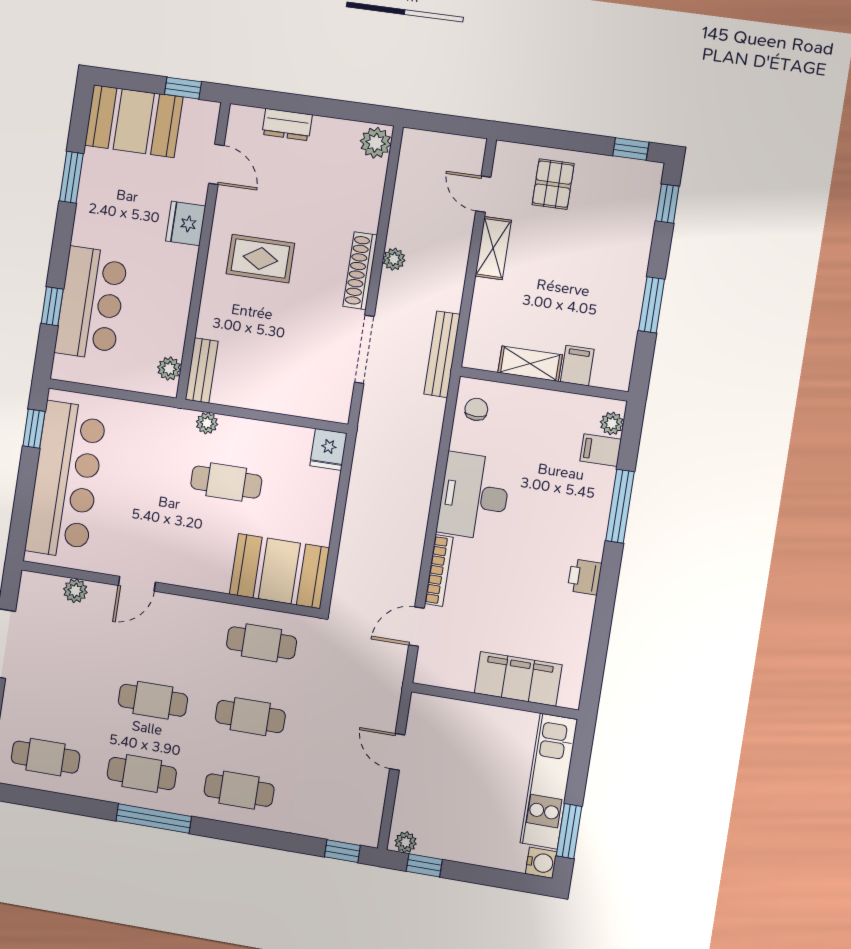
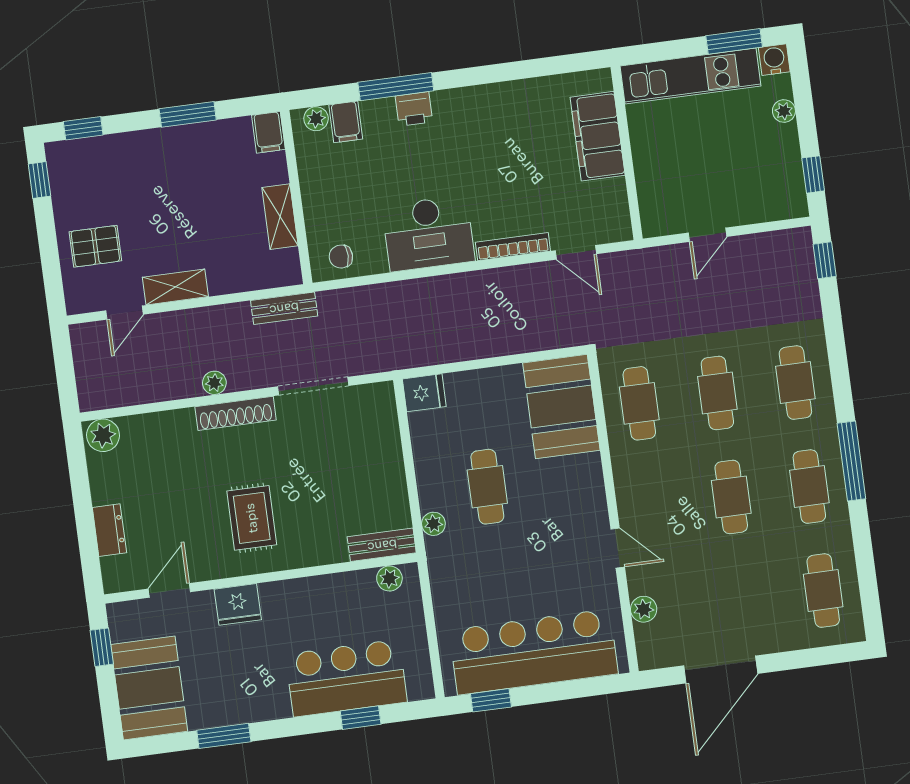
bench: (442, 354) -> (284, 308), width x0.73
filing cabinet: (577, 366) -> (268, 132), moved, turned -90
printer: (585, 577) -> (414, 109), moved
plant: (406, 842) -> (784, 111), moved

